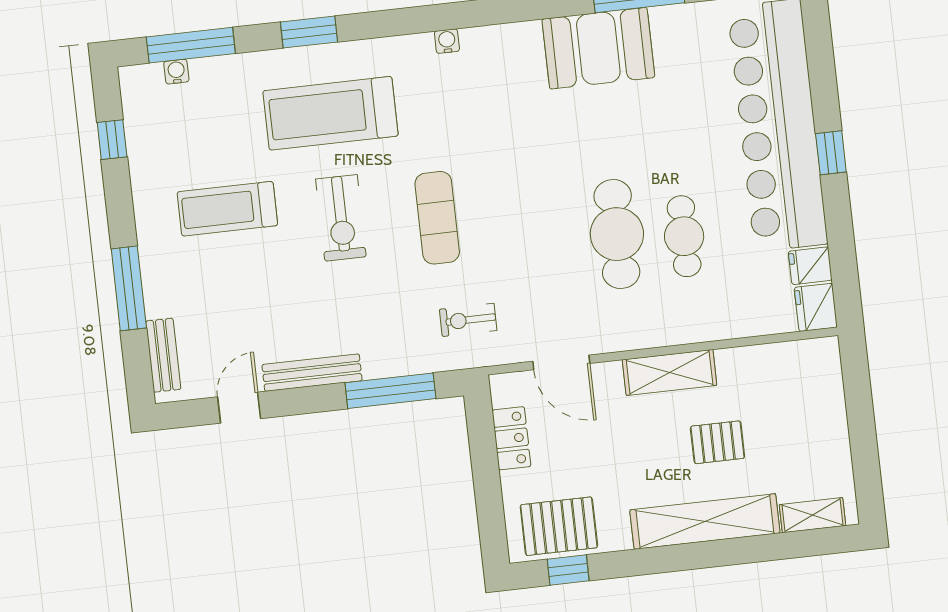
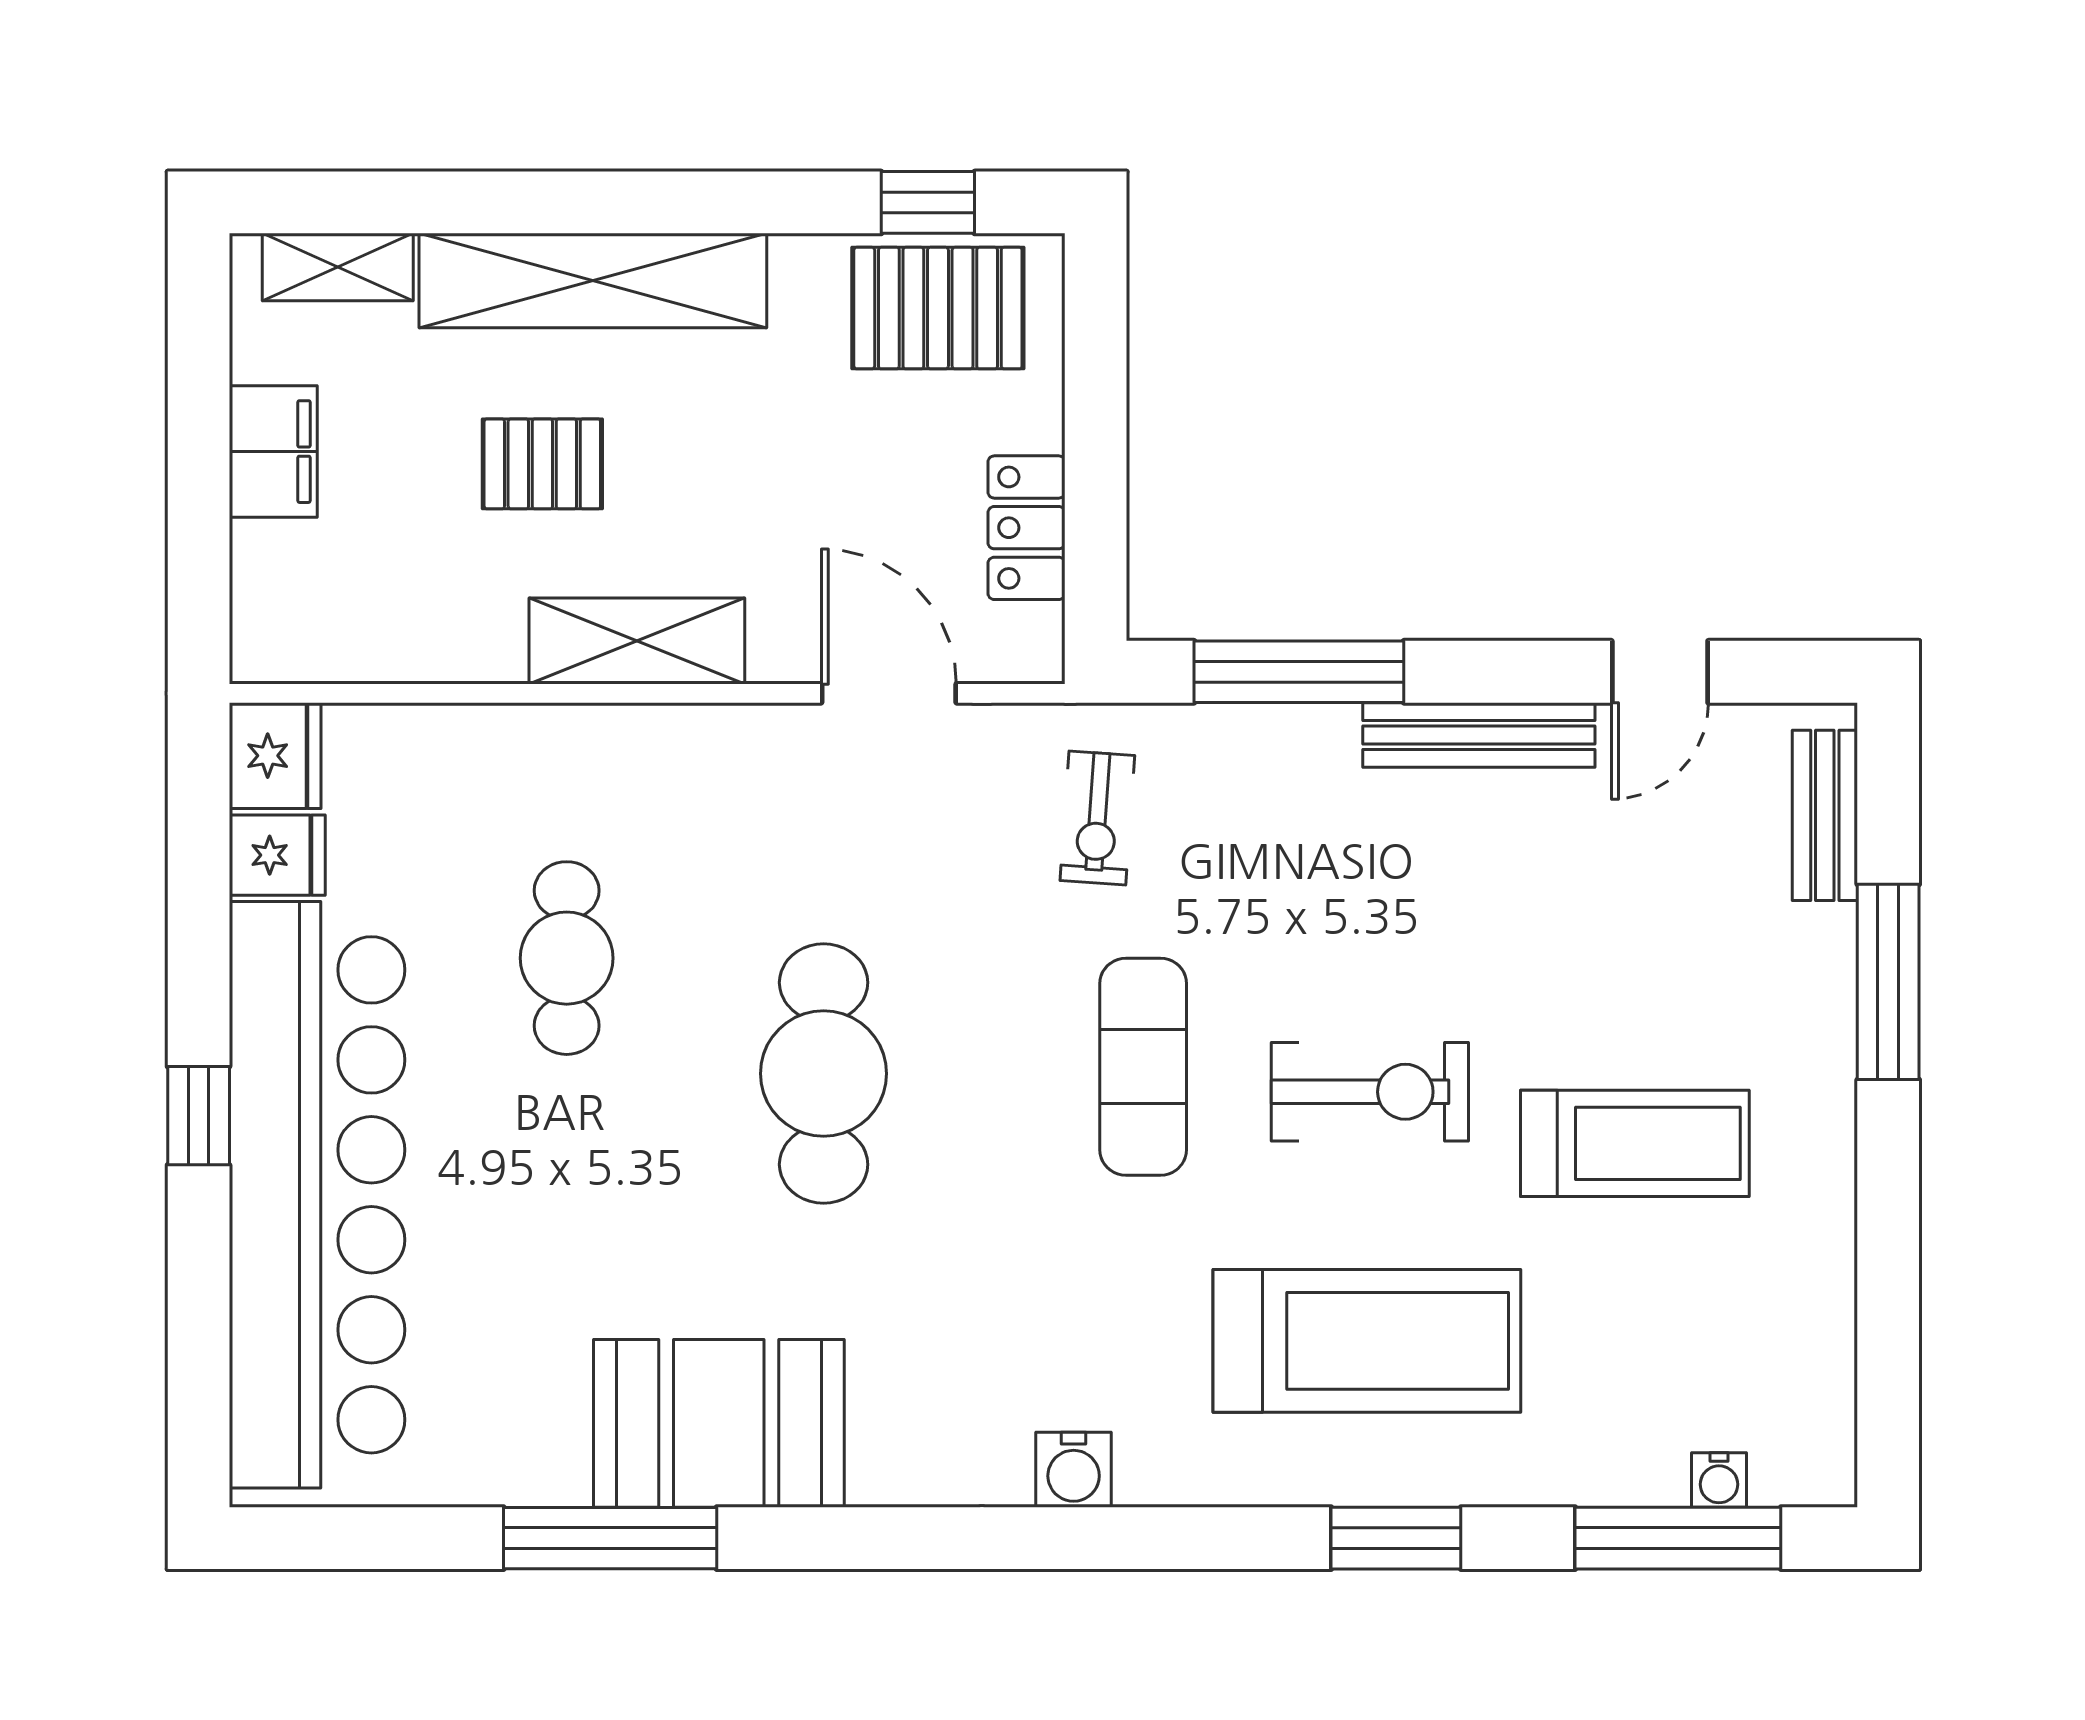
water cooler: (447, 41) -> (1074, 1470), width x1.38, depth x1.38
window: (112, 140) -> (1888, 1337), removed
exercise bike: (341, 218) -> (1370, 1092), turned 90
cafe table: (617, 234) -> (824, 1074), moved
exercise bike: (468, 320) -> (1097, 818), turned 94
filing cabinet: (831, 435) -> (273, 452), added

